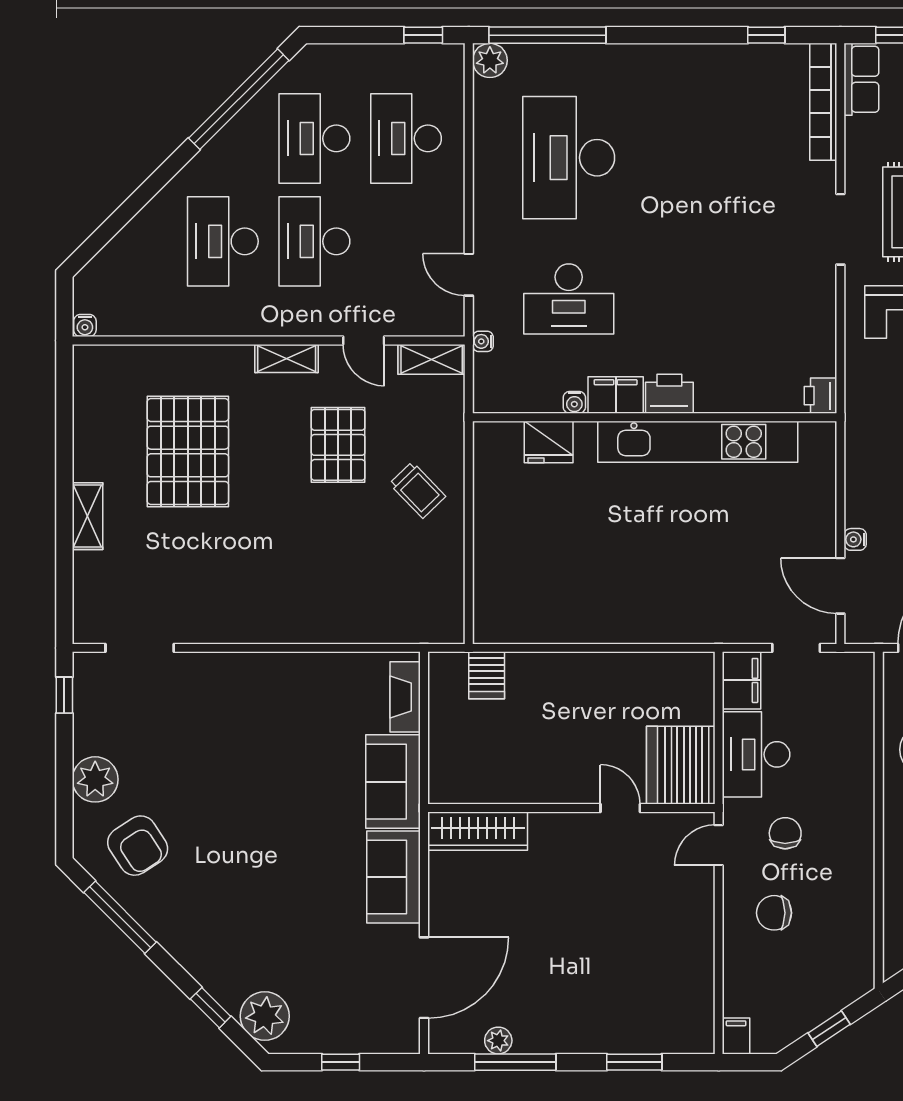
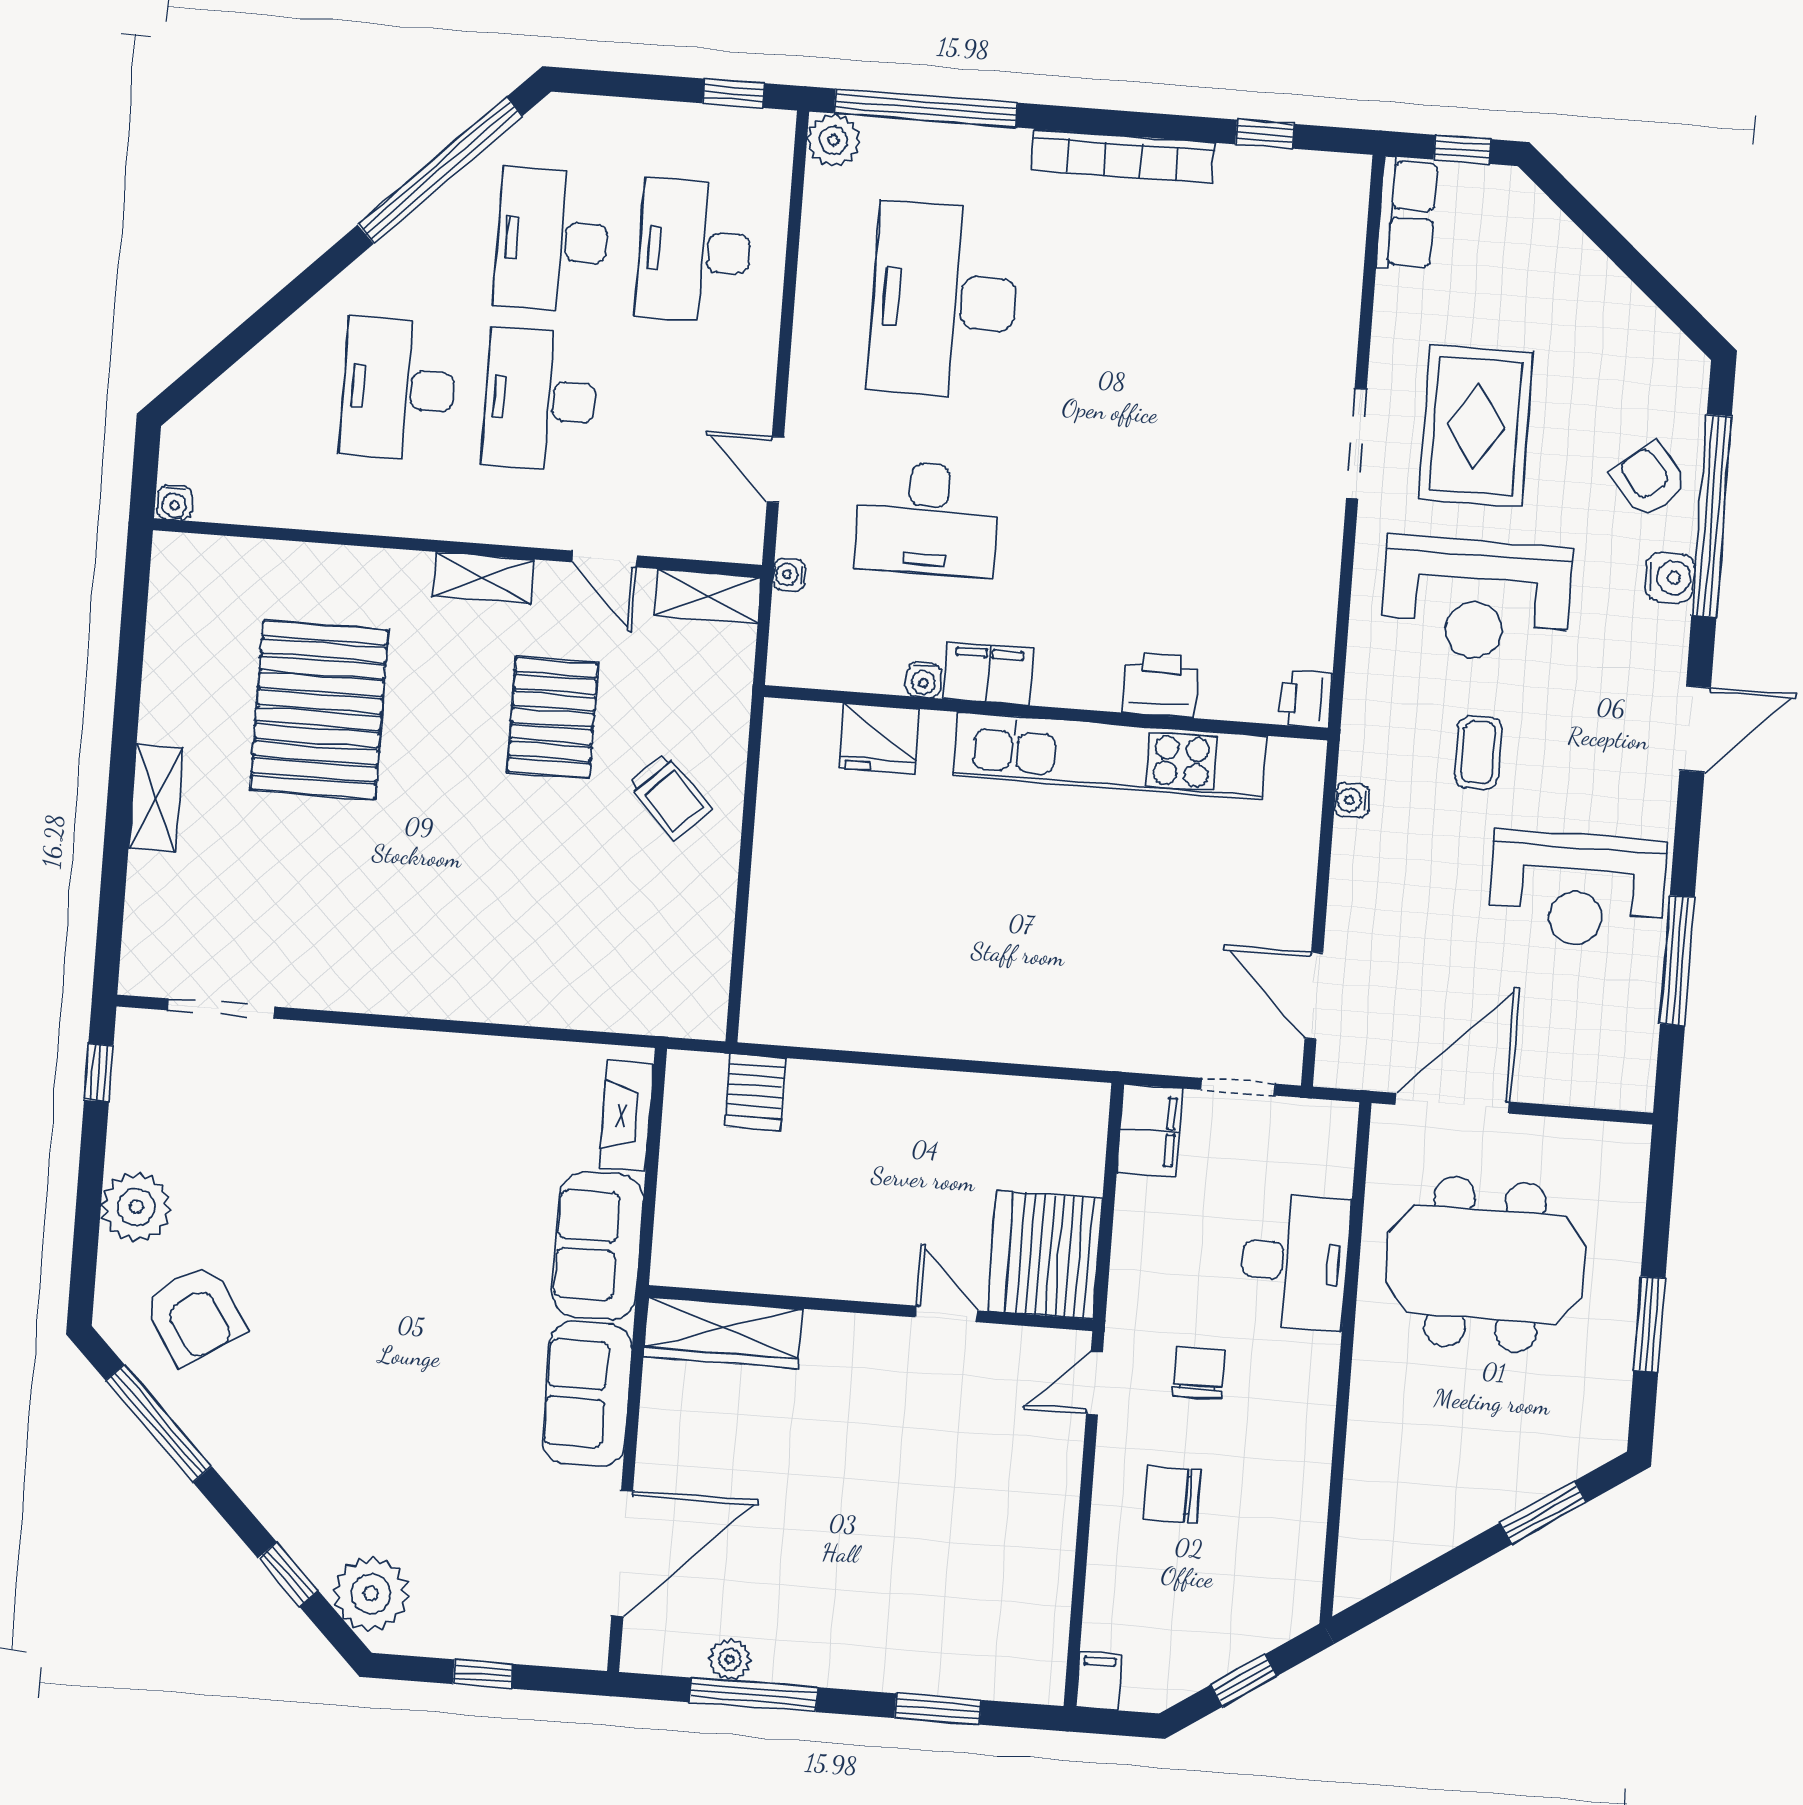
bookcase: (823, 102) -> (1123, 156), moved, turned -90
printer: (669, 394) -> (1161, 685), moved
water cooler: (855, 539) -> (1352, 800), moved
desk: (756, 754) -> (1295, 1262), moved, turned 180

